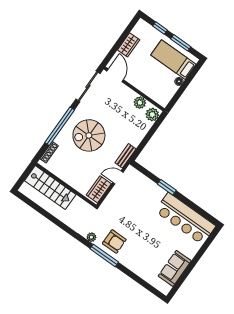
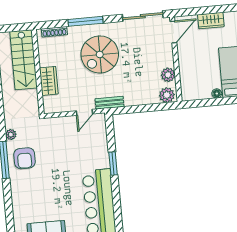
window: (60, 126) -> (85, 21), width x0.68
spiral stairs: (89, 135) -> (100, 54), turned -90
door: (118, 177) -> (84, 112), swing flipped
wardrobe: (99, 189) -> (49, 81), moved, turned 90

